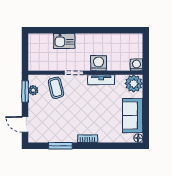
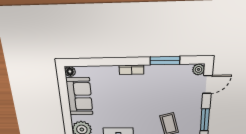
plant: (33, 90) -> (199, 69), moved
door: (25, 124) -> (207, 84), hinge flipped

